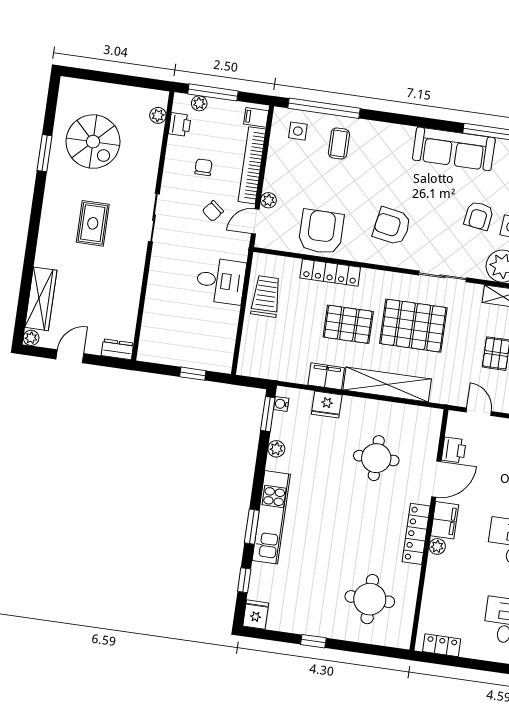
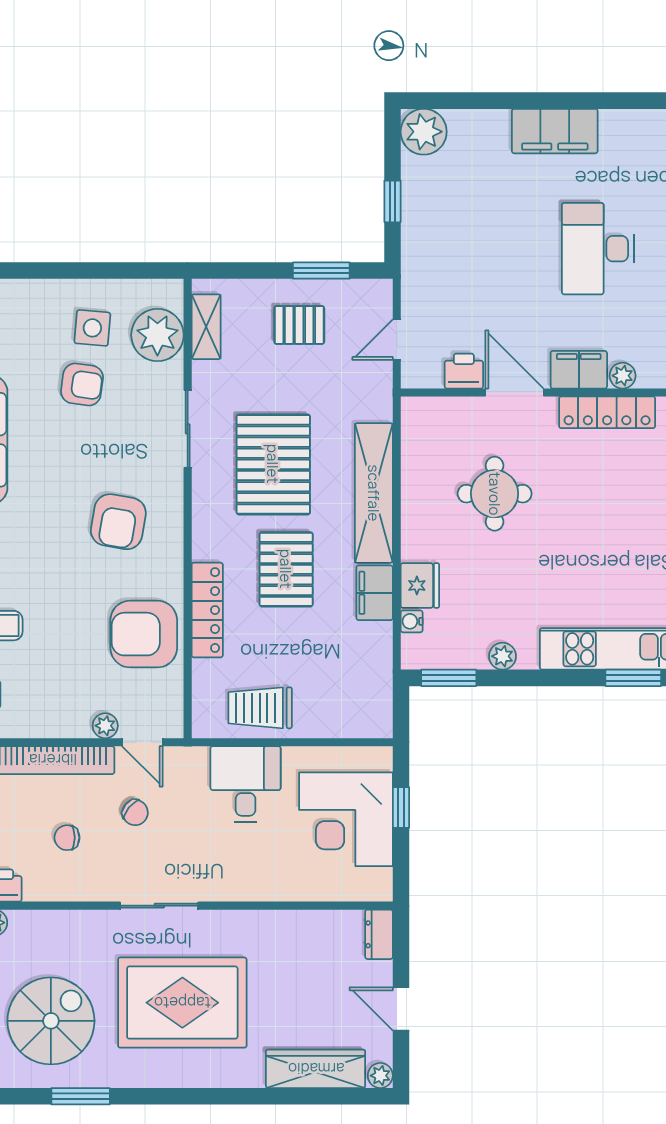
rug: (93, 223) -> (182, 1003), width x1.86, depth x2.06
corner desk: (190, 339) -> (346, 819), added
water cooler: (281, 404) -> (412, 621), moved, turned 90

